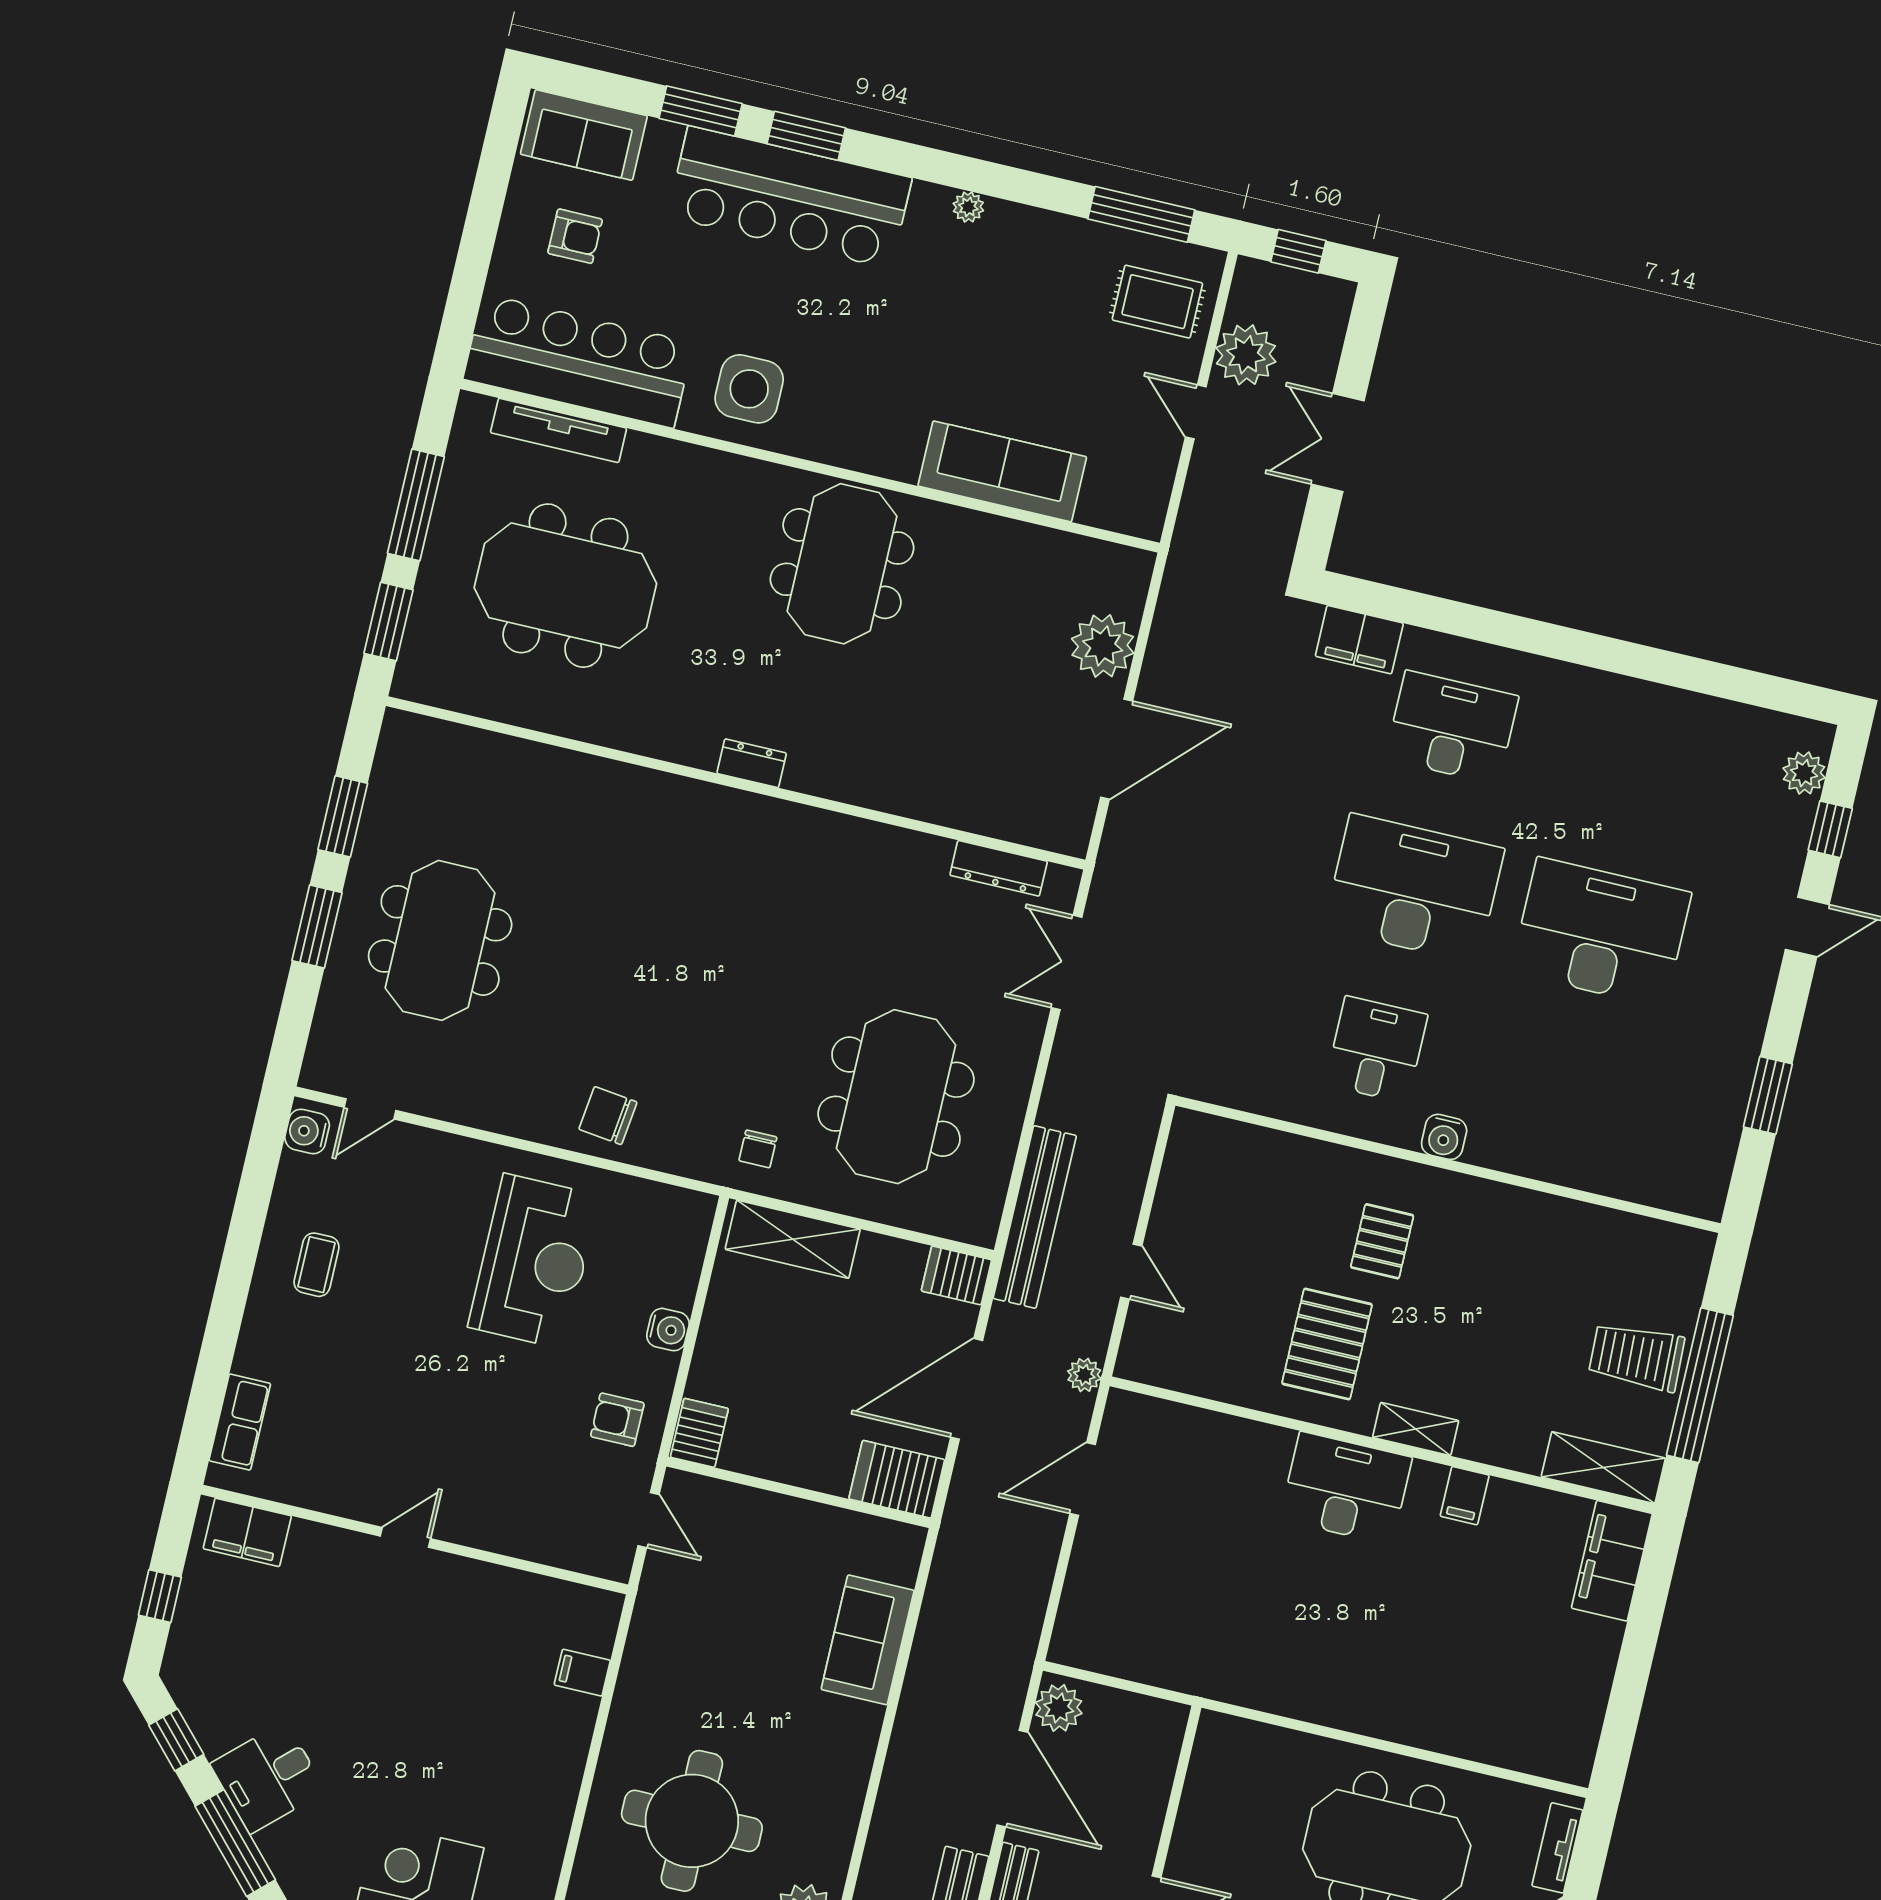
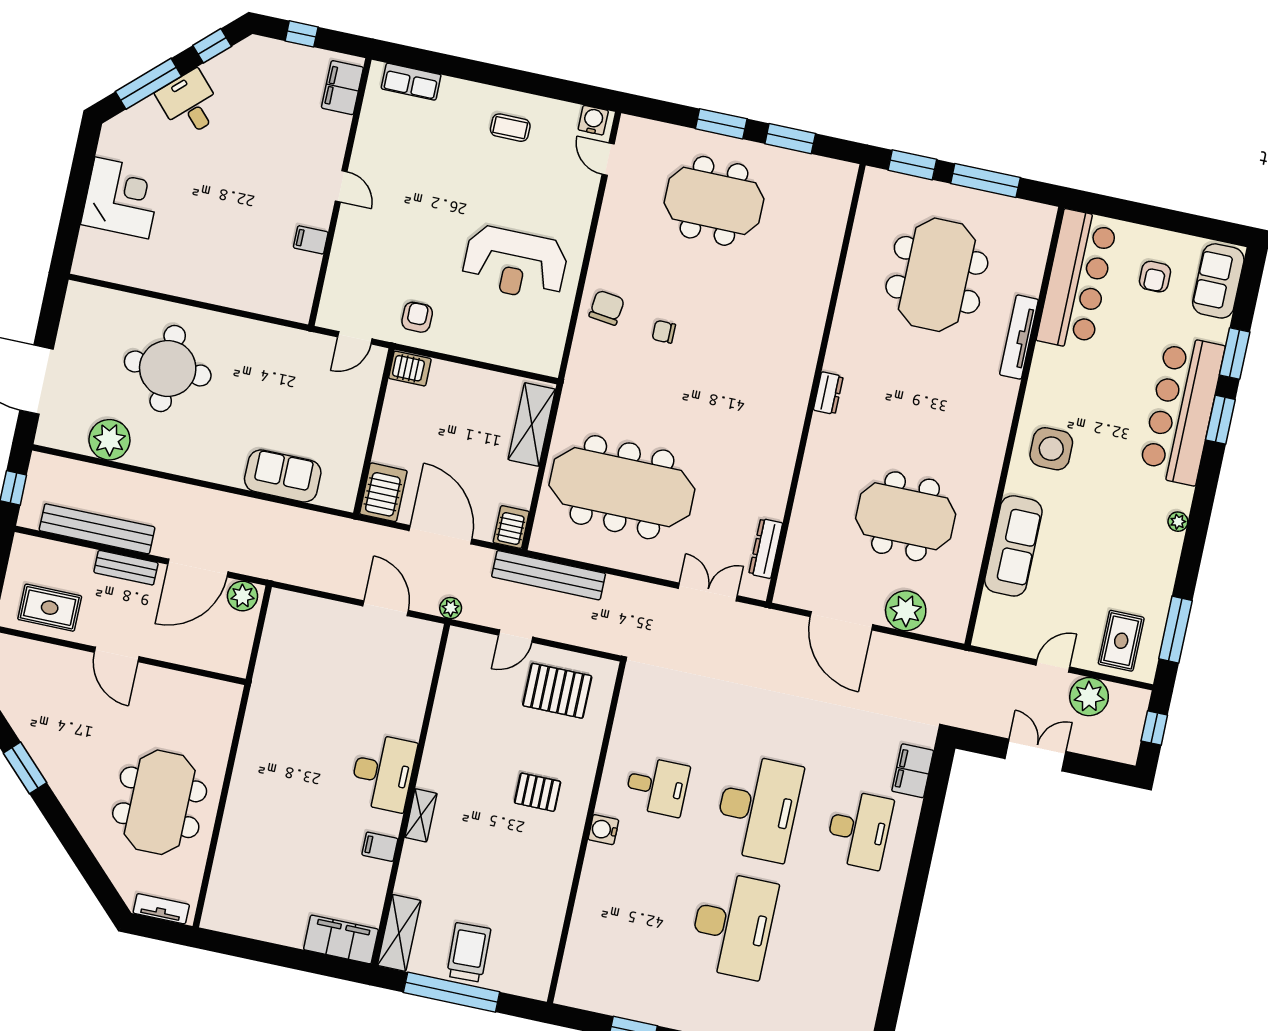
side table: (749, 389) -> (1051, 449), moved
tv unit: (559, 430) -> (1019, 337), moved
meeting table: (842, 564) -> (906, 516), moved
meeting table: (896, 1097) -> (622, 487), width x1.36
chair: (758, 1149) -> (664, 332), moved
water cooler: (668, 1330) -> (474, 348), removed
pallet: (1327, 1344) -> (557, 691), moved
filing cabinet: (582, 1673) -> (311, 240), moved, turned -90

